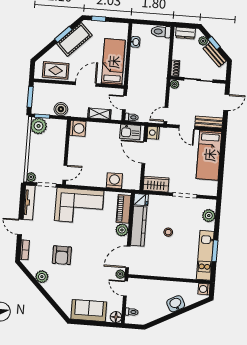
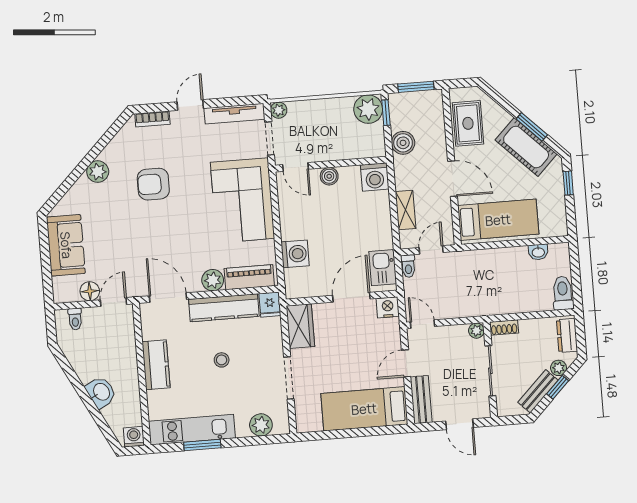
boiler: (73, 154) -> (329, 176), added
kitchen counter: (165, 270) -> (156, 365), added
plant: (120, 274) -> (137, 289), removed
plant: (42, 277) -> (98, 172), moved
floor lamp: (116, 317) -> (90, 291), moved

